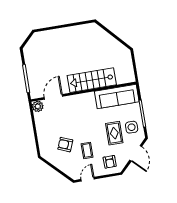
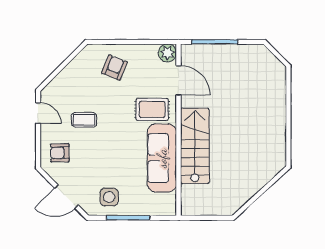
sofa: (117, 97) -> (162, 158), moved
rug: (114, 133) -> (152, 109), moved
armchair: (65, 145) -> (114, 68), moved

